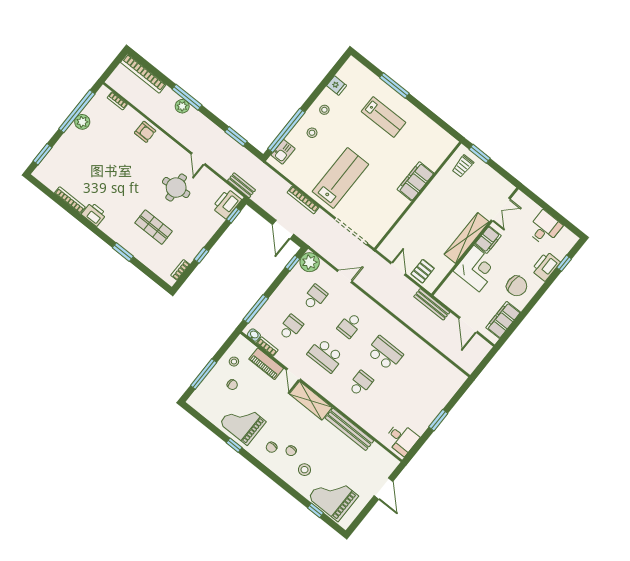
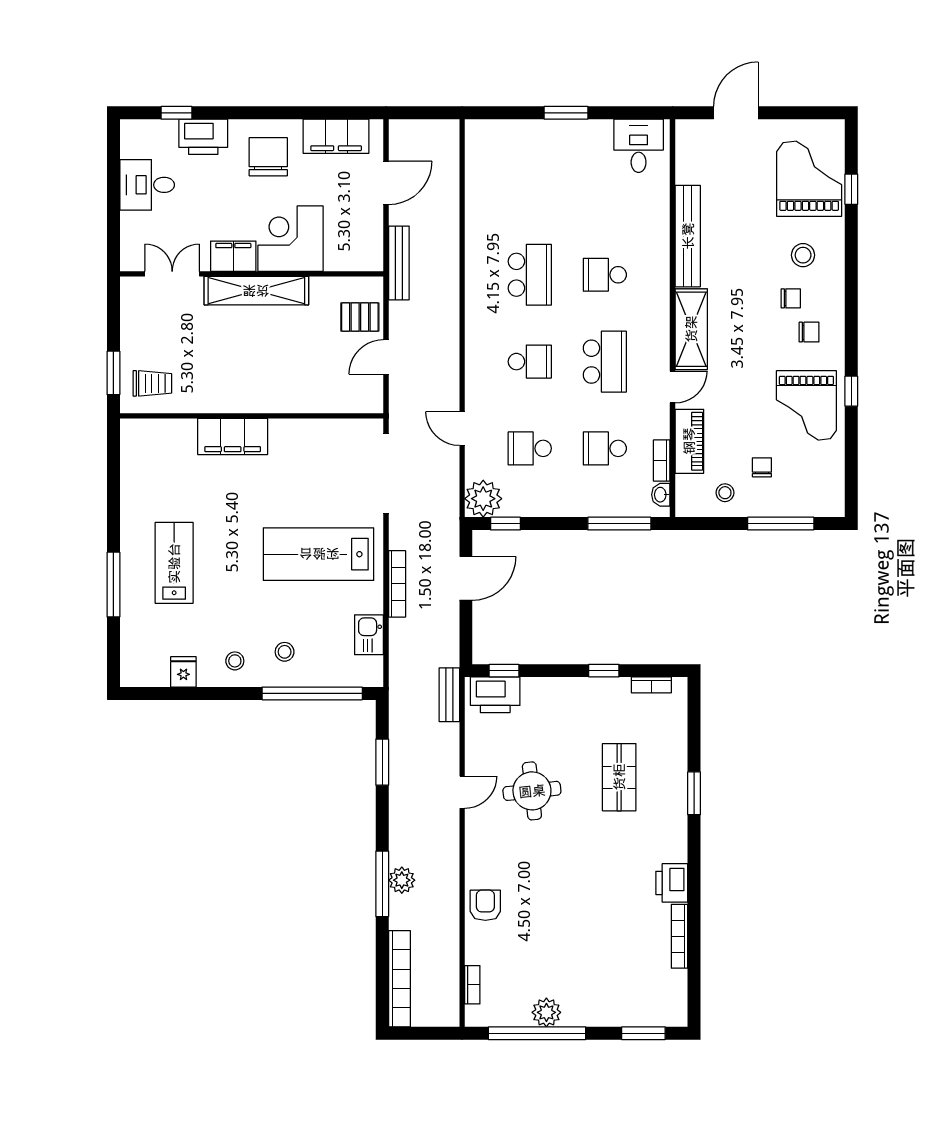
kitchen sink: (283, 152) -> (369, 635), moved, turned -90
school desk: (385, 353) -> (530, 275), turned 180
grand piano: (333, 497) -> (809, 179), turned 180

